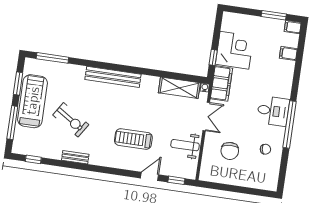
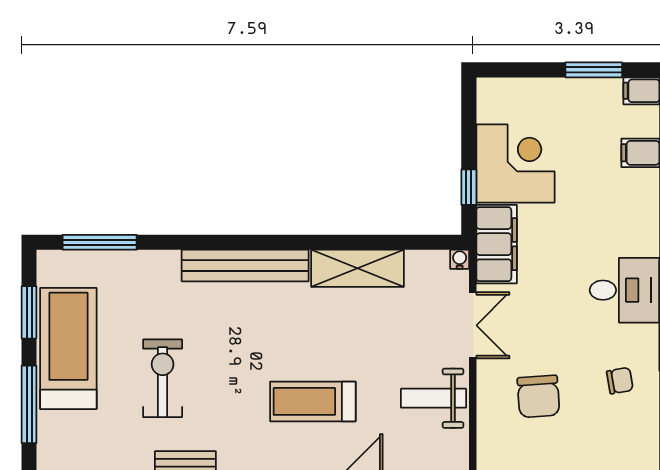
shelving: (179, 88) -> (357, 268), moved
exercise bike: (71, 120) -> (163, 378), turned -123

